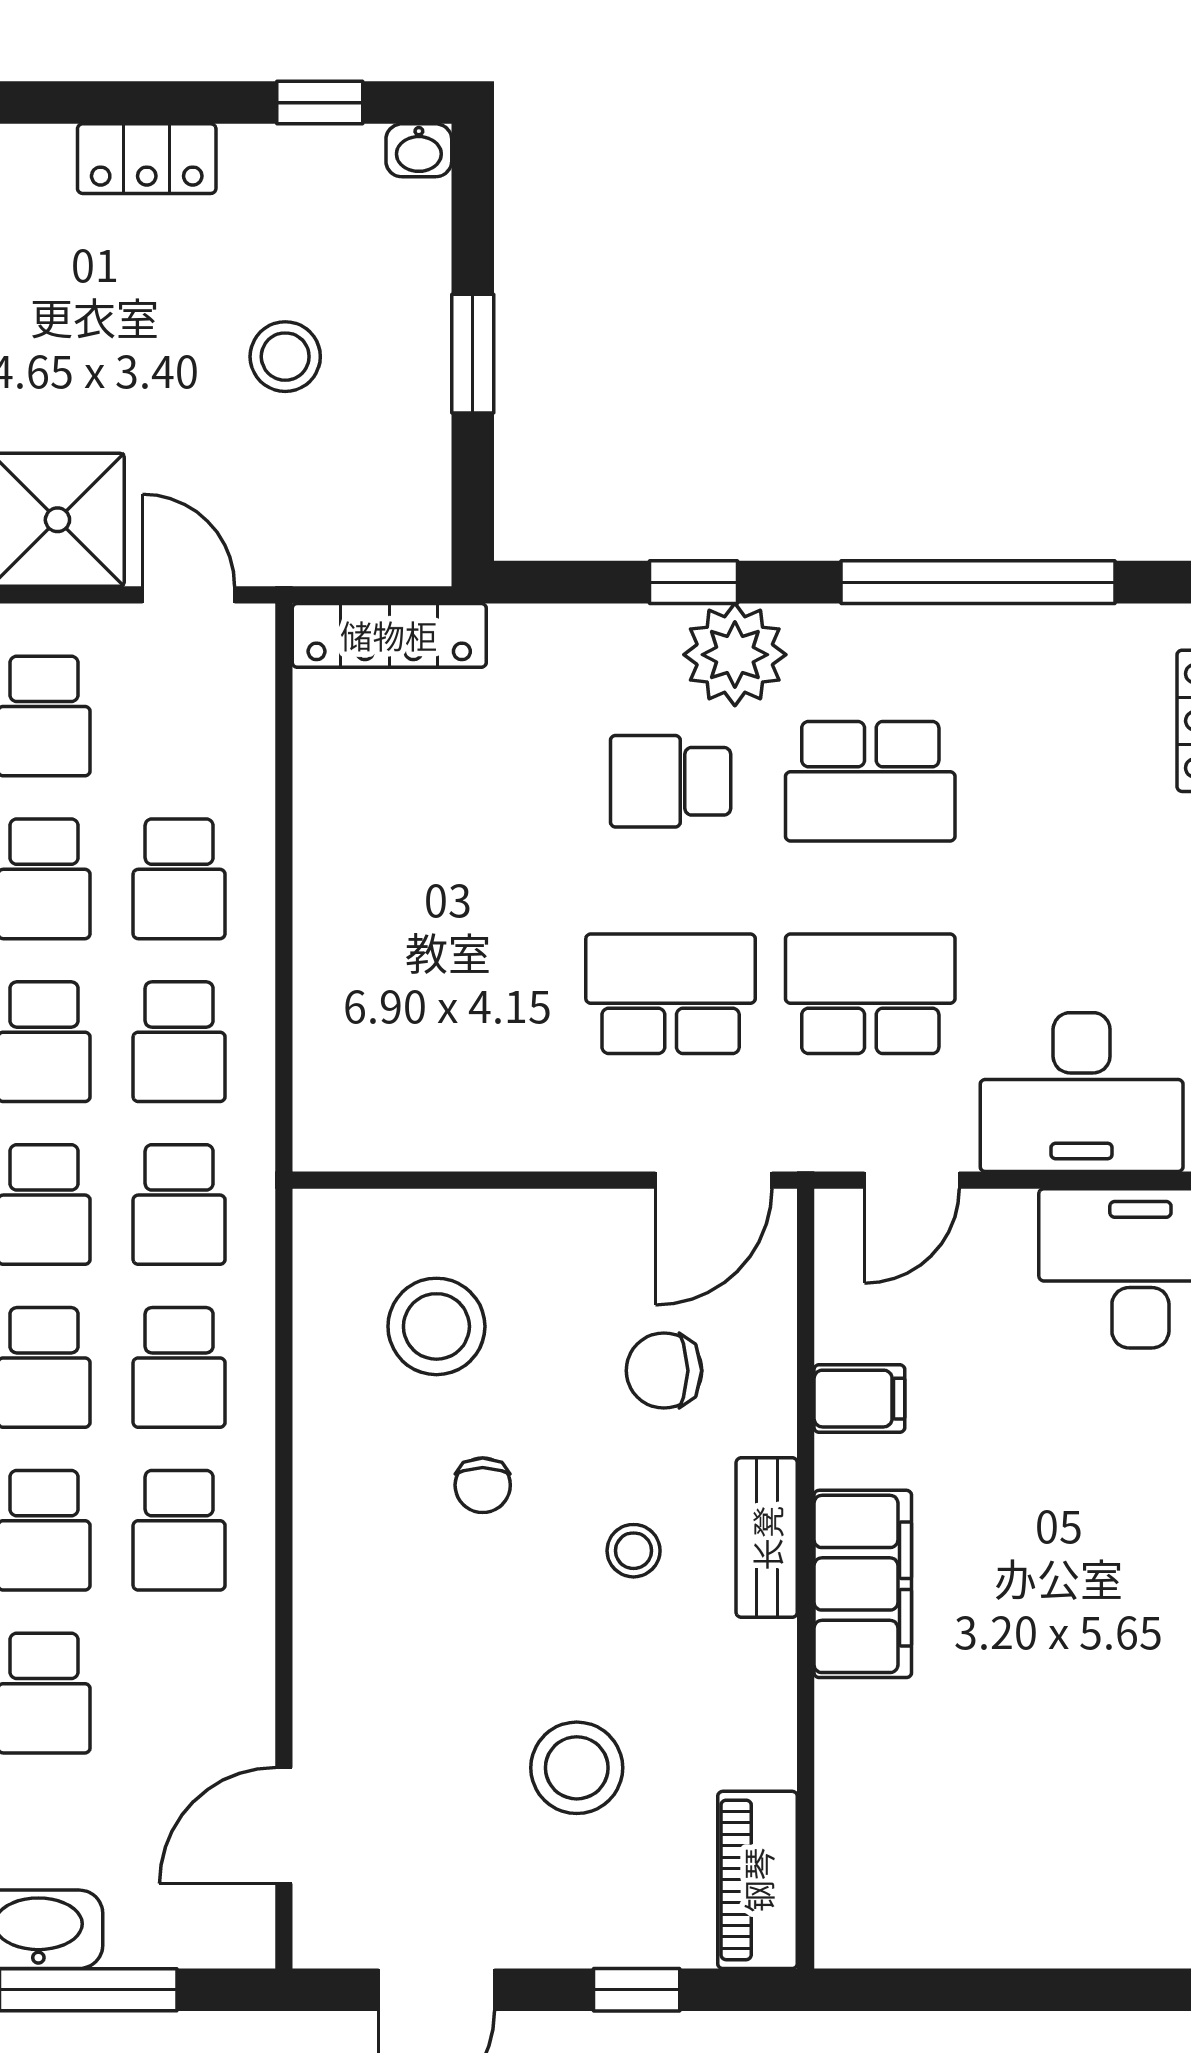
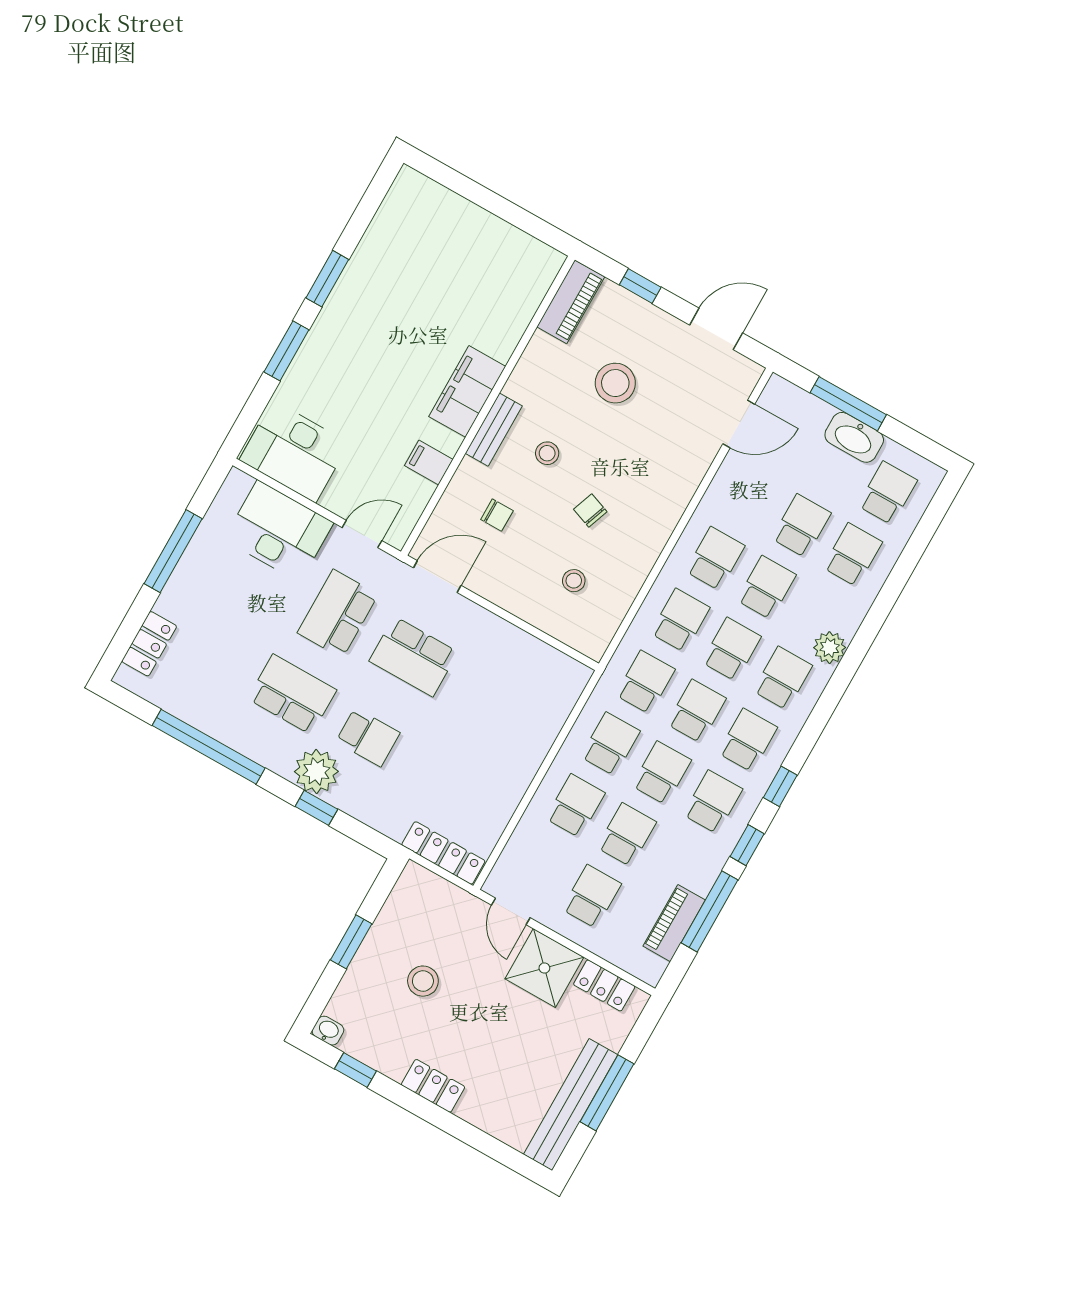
school desk: (870, 994) -> (338, 614), turned 90
stool: (436, 1326) -> (574, 581), width x0.53, depth x0.53
chair: (664, 1371) -> (497, 515), width x0.73, depth x0.73
chair: (483, 1485) -> (590, 510), turned -70

